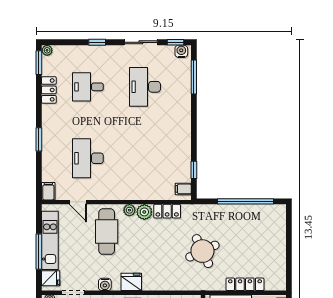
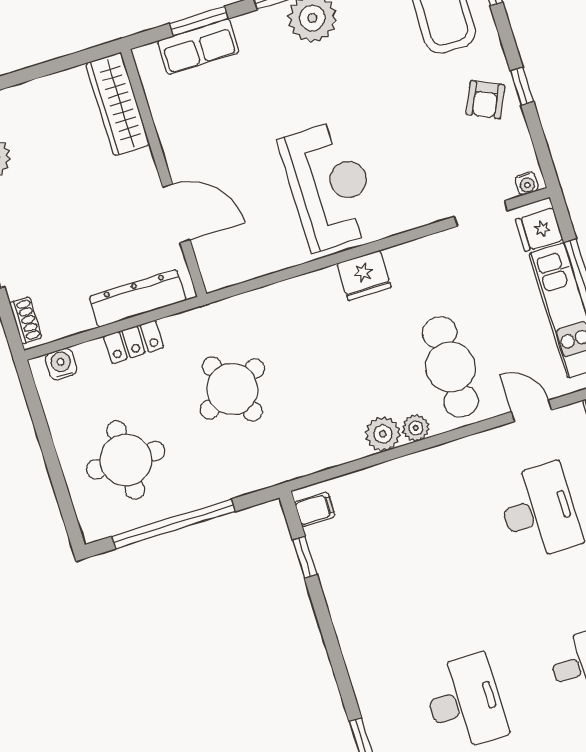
locker: (167, 211) -> (335, 451), removed
round table: (257, 235) -> (126, 460), added
water cooler: (105, 284) -> (61, 364), moved
locker: (245, 284) -> (134, 342), width x0.66

